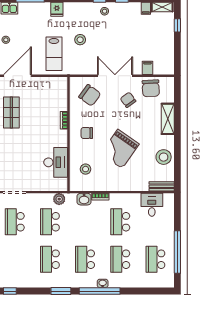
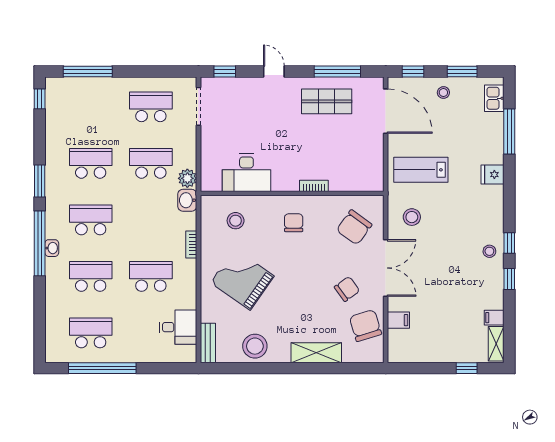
stool: (80, 40) -> (412, 217), moved
chair: (151, 88) -> (365, 326), turned 76
grand piano: (120, 149) -> (242, 279), moved
washbasin: (84, 199) -> (187, 200), moved

